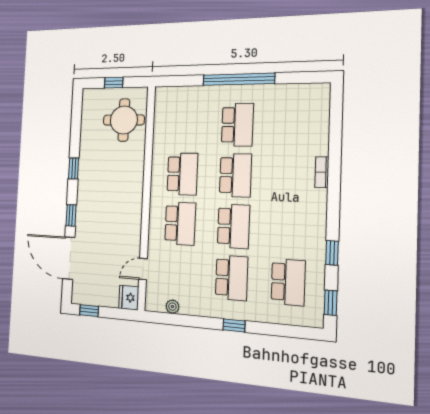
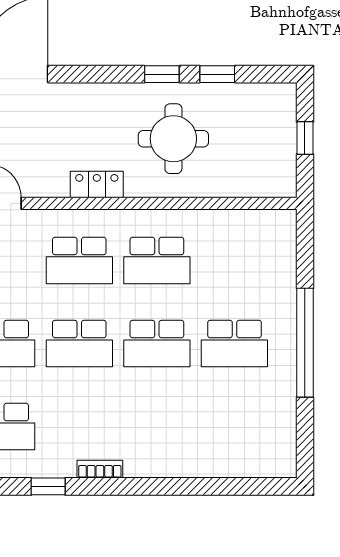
round table: (124, 120) -> (173, 139), moved
bookcase: (322, 172) -> (100, 469), moved
locker: (135, 210) -> (97, 185), added
window: (71, 215) -> (217, 74), moved

